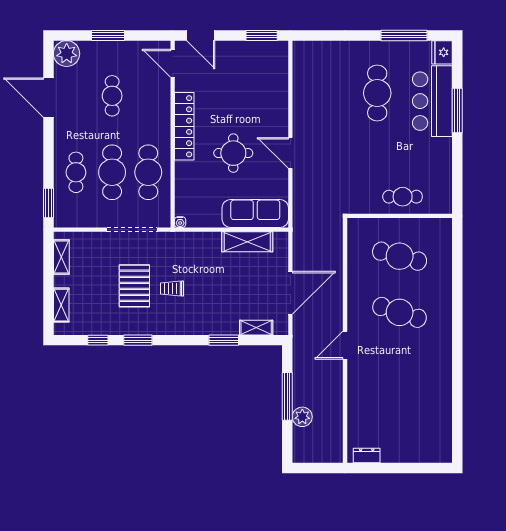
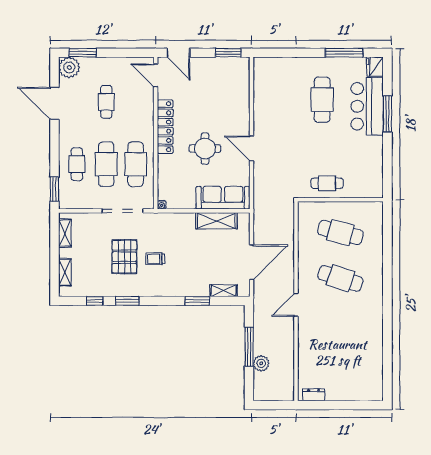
window: (108, 35) -> (83, 53), moved
cafe table: (403, 197) -> (327, 183), moved

